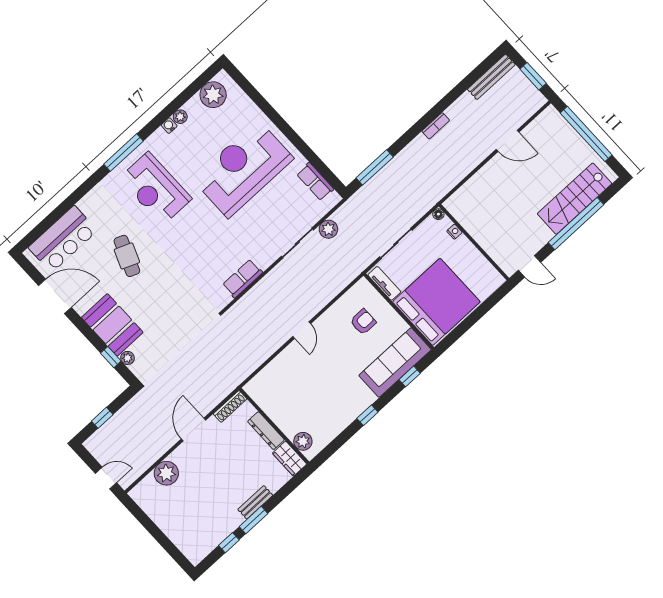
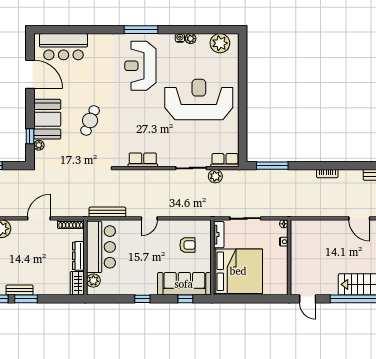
row of seats: (315, 182) -> (225, 160), moved, turned 90
cafe table: (127, 256) -> (90, 120), moved
bench: (255, 362) -> (107, 212), added
bar counter: (280, 402) -> (101, 247), added
bench: (255, 502) -> (20, 290), moved

